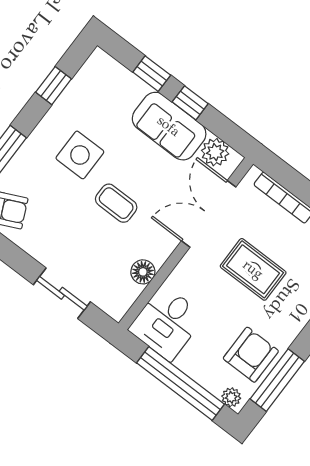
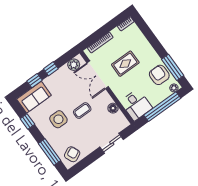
sofa: (169, 126) -> (34, 97), moved

